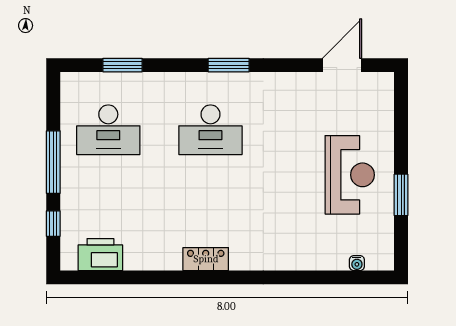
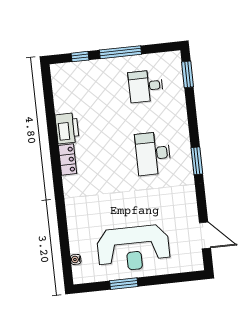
window: (123, 65) -> (188, 74), moved
desk: (108, 130) -> (146, 86), width x0.73
reception desk: (350, 175) -> (133, 248), width x1.36, depth x1.30
printer: (100, 255) -> (67, 128), moved

